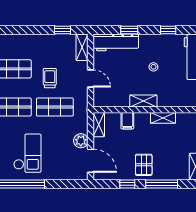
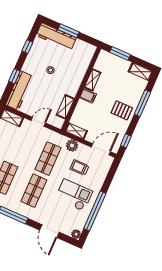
trolley: (50, 78) -> (79, 167), moved
shelving: (143, 101) -> (65, 107), moved
filing cabinet: (127, 121) -> (88, 96), moved
plant: (81, 141) -> (72, 146), moved
window: (127, 184) -> (126, 141), moved

